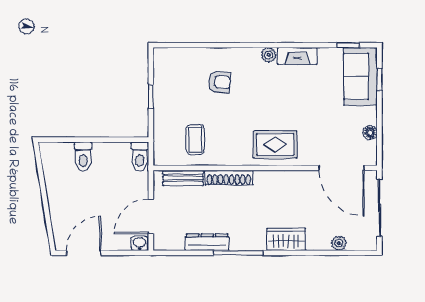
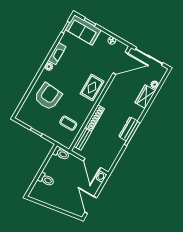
armchair: (219, 82) -> (48, 96), width x1.88, depth x1.88
wardrobe: (286, 239) -> (145, 97), moved
dresser: (207, 242) -> (128, 129), moved

